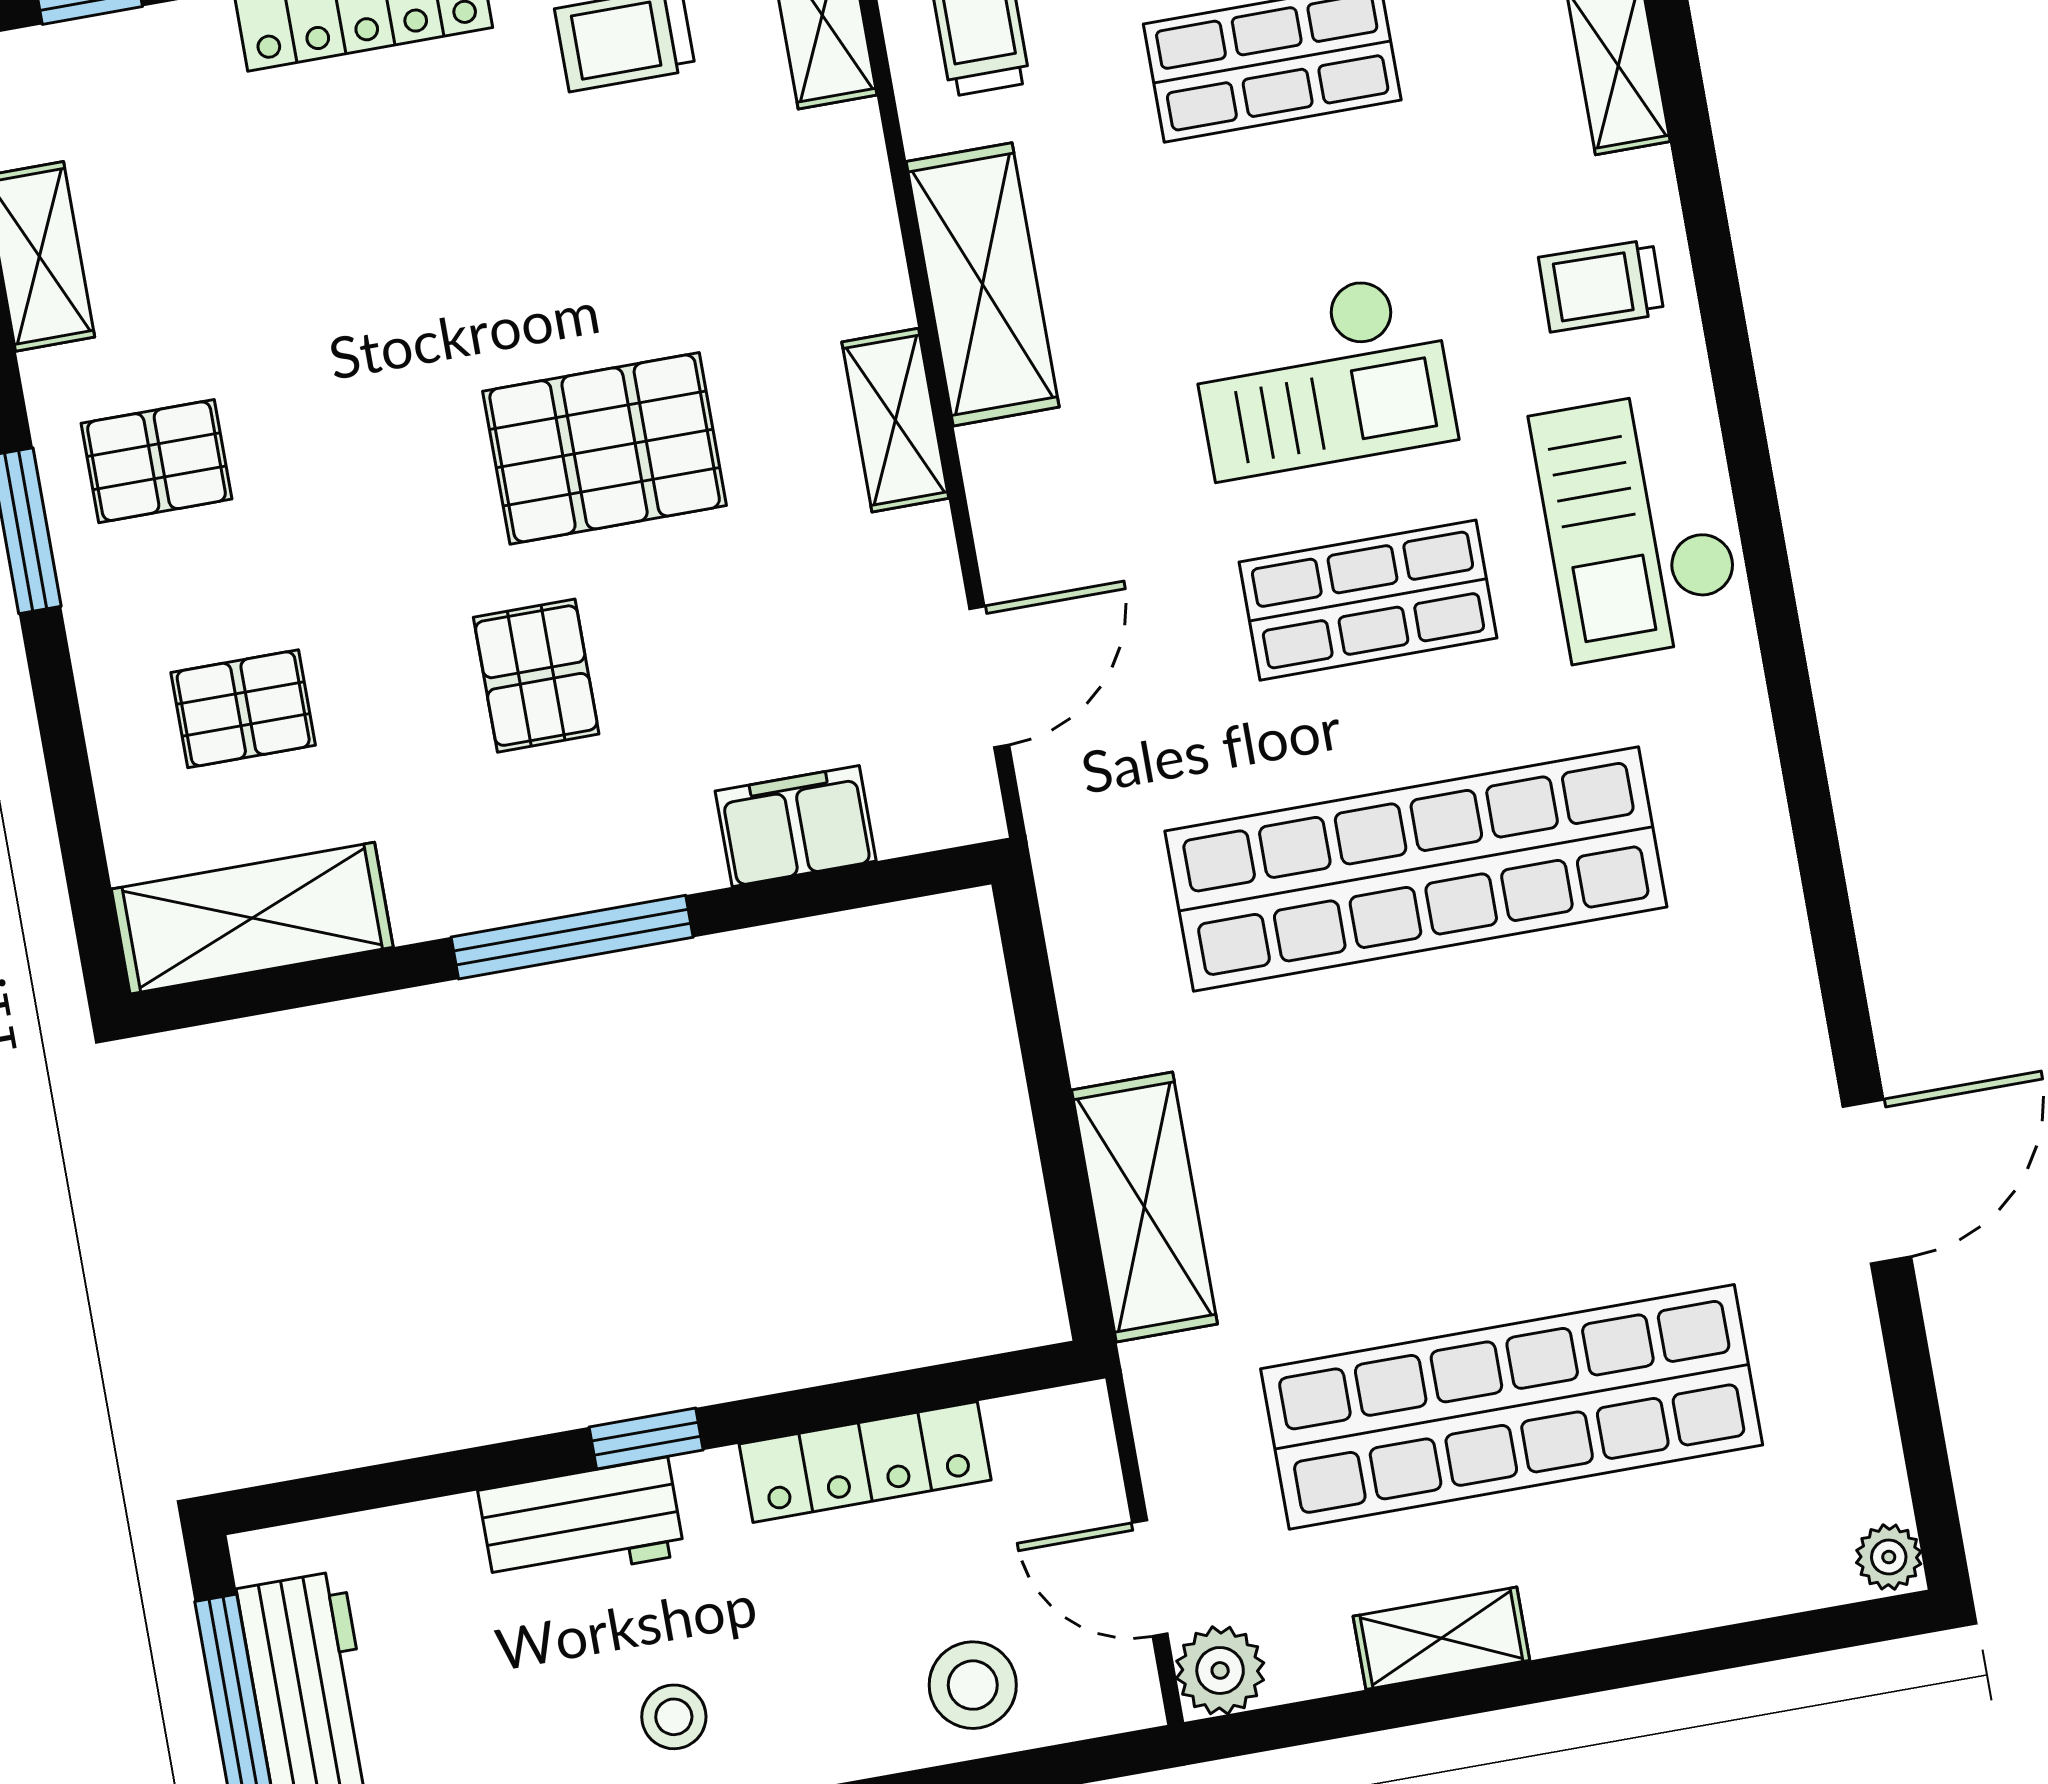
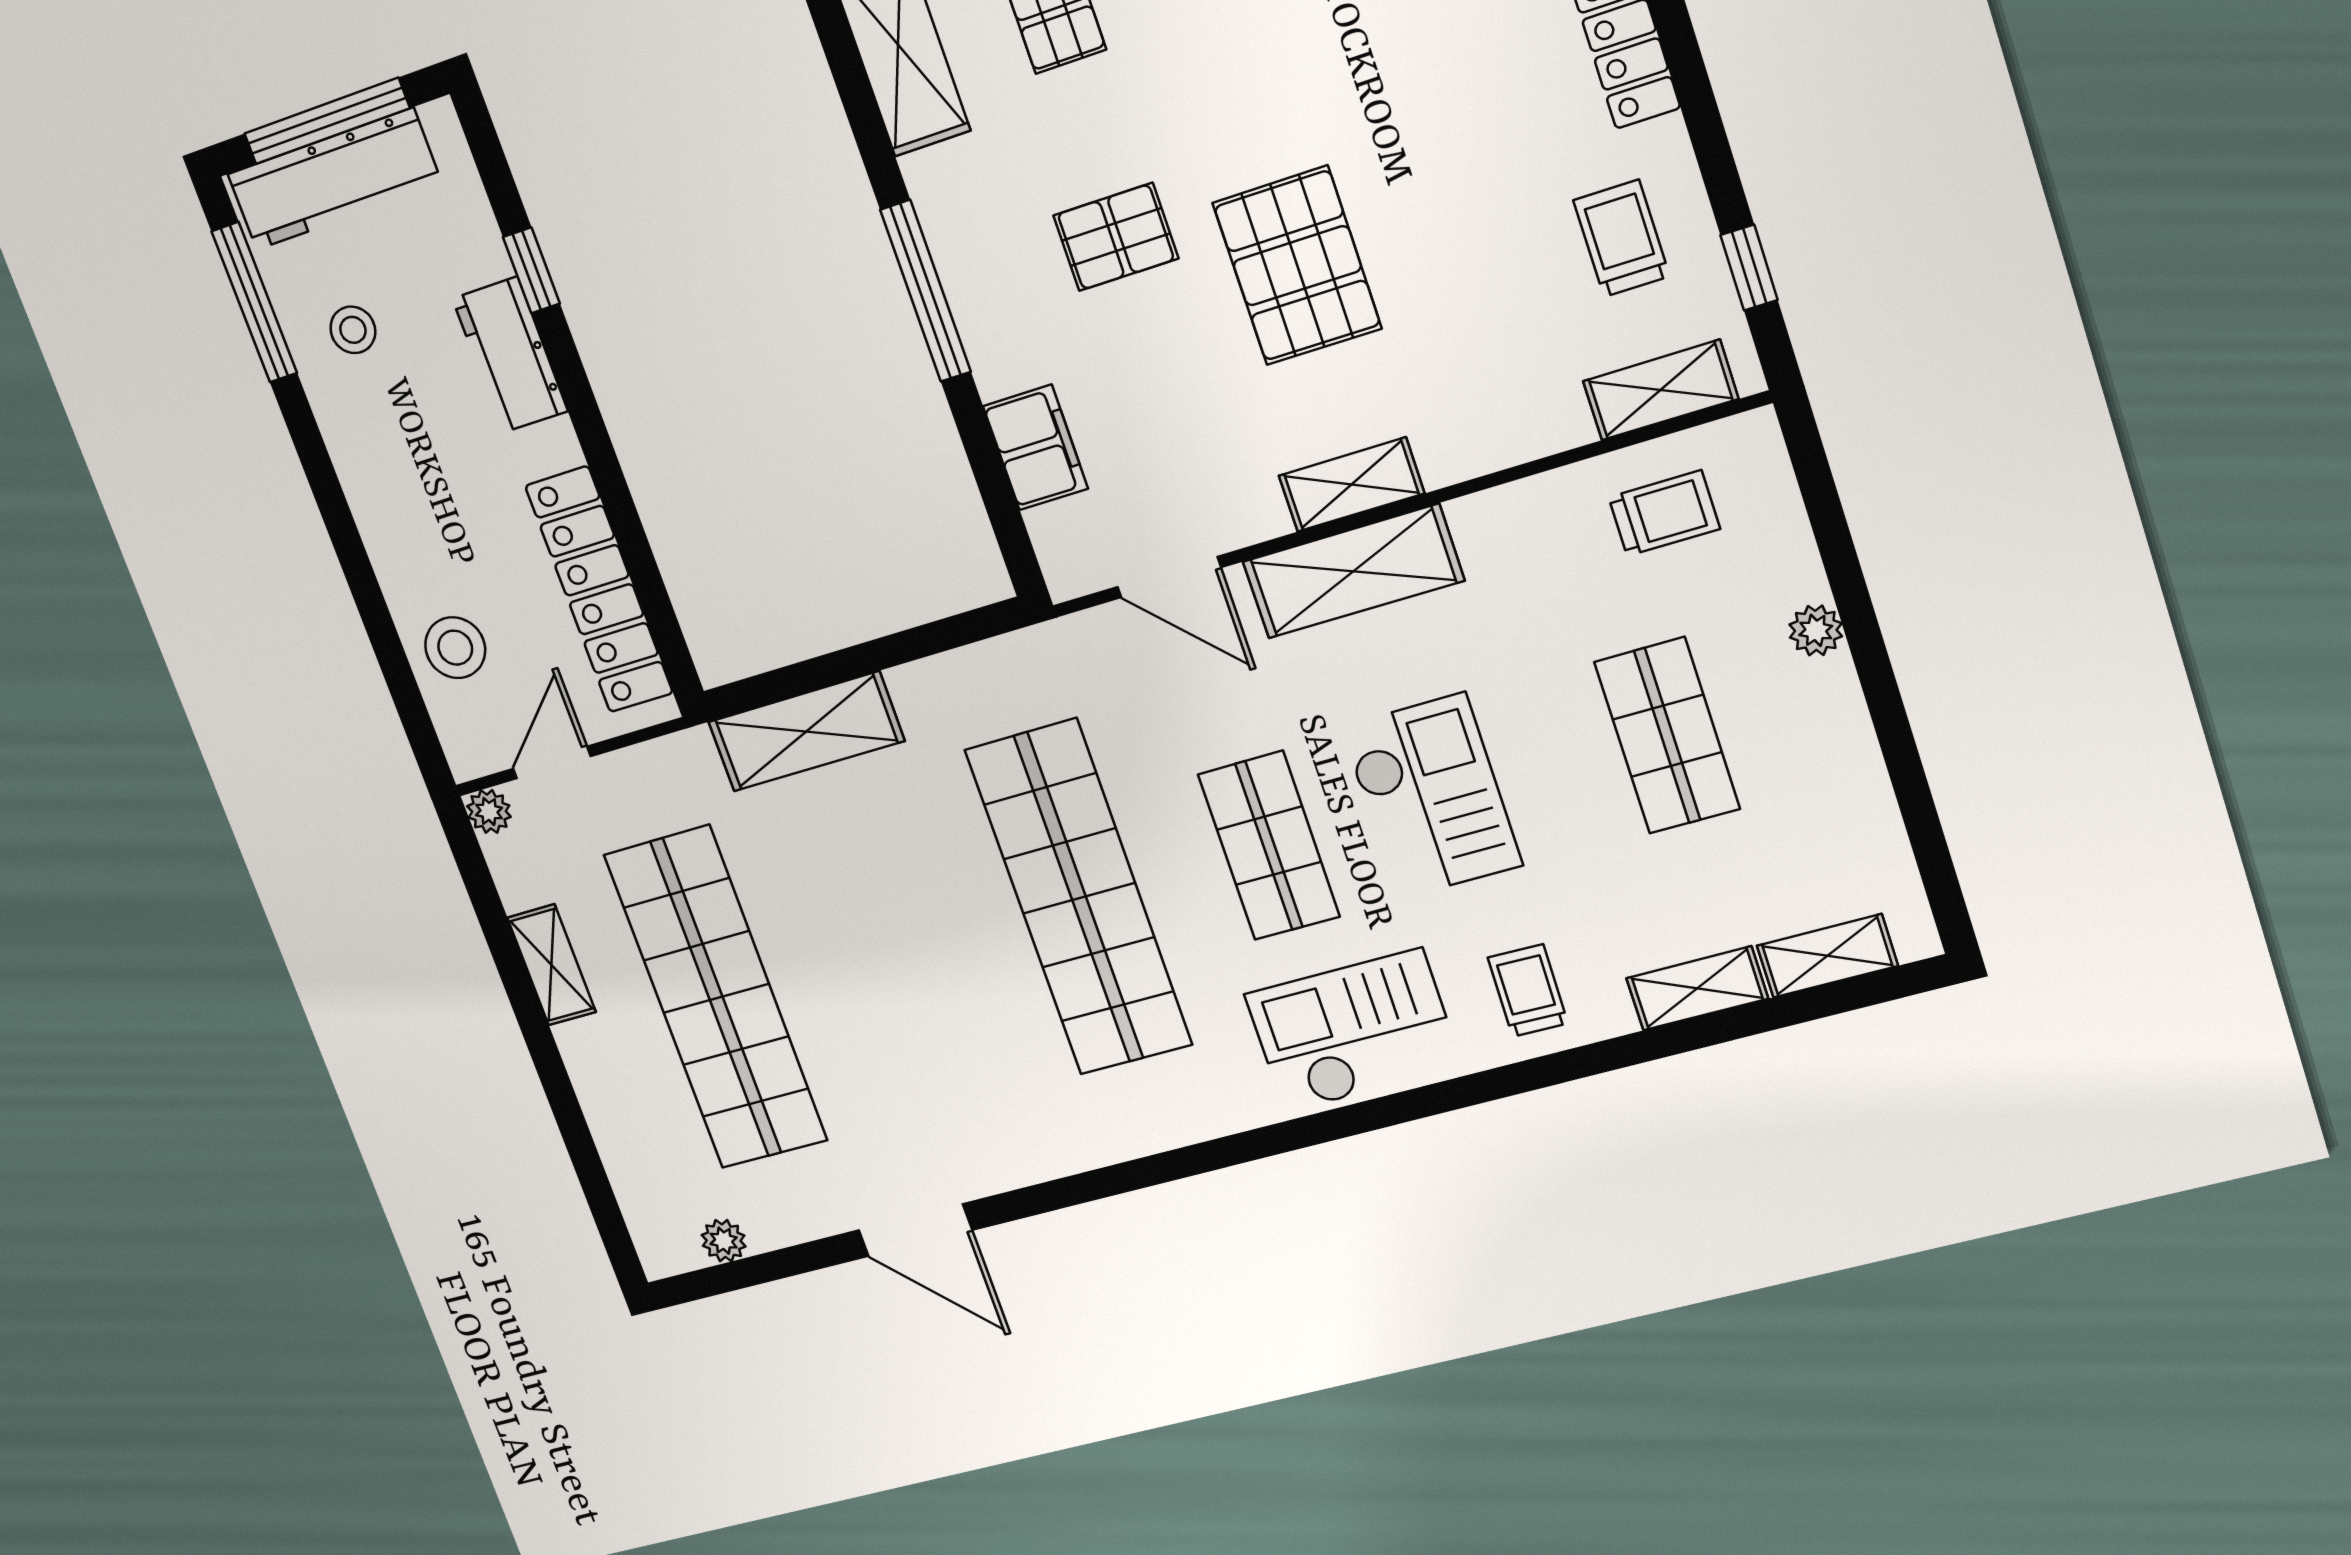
shelving: (983, 284) -> (1353, 571), moved
checkout: (1322, 376) -> (1431, 796), turned 180
window: (646, 1439) -> (531, 270), moved
locker: (865, 1462) -> (599, 590), width x1.41, depth x1.21
plant: (1889, 1557) -> (724, 1241), moved
plant: (1220, 1670) -> (489, 811), width x0.73, depth x0.73
stool: (674, 1717) -> (353, 330), moved

